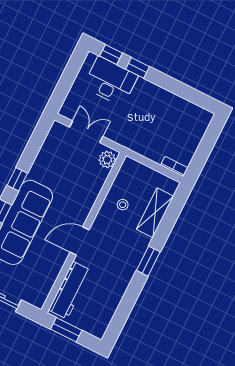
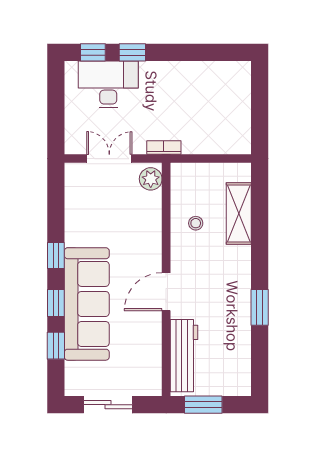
bookcase: (174, 167) -> (164, 147), moved
window: (148, 261) -> (260, 307), moved

